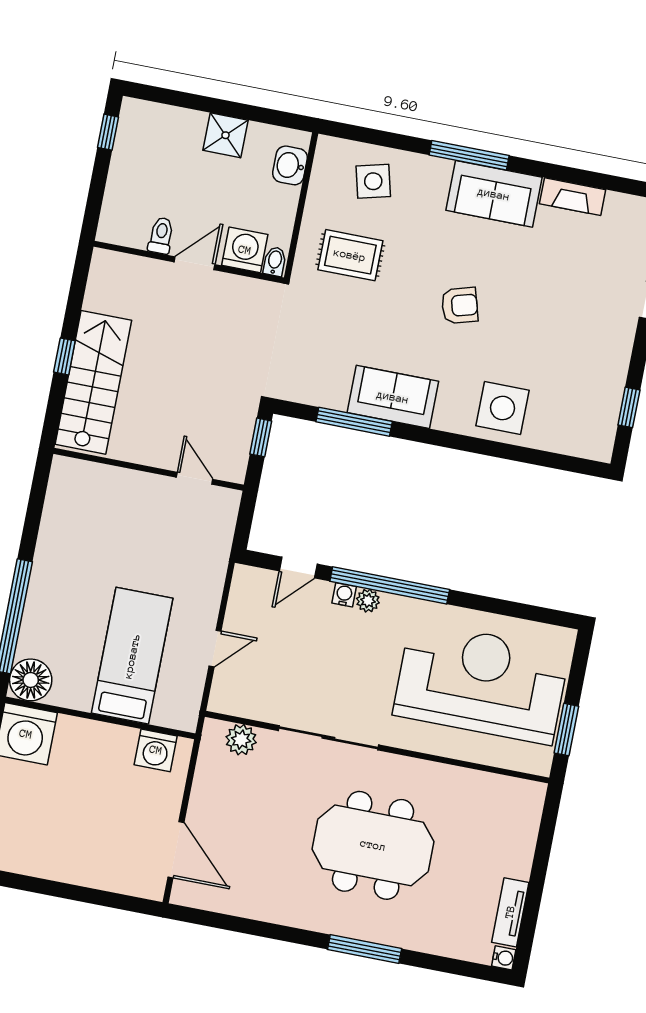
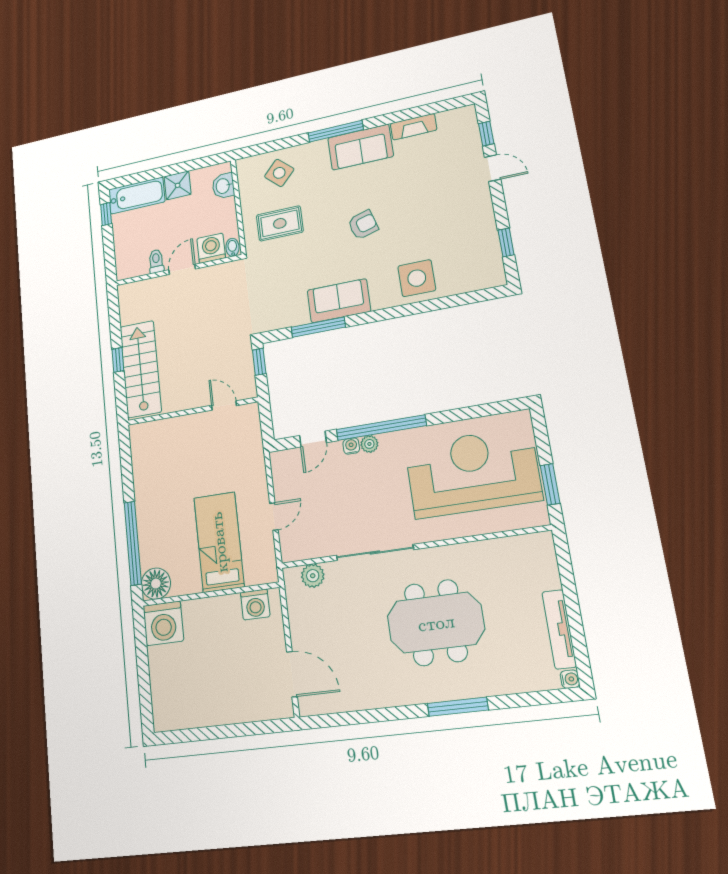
bathtub: (161, 124) -> (137, 196), added
side table: (373, 181) -> (279, 173), turned -33
tv unit: (510, 912) -> (559, 629), width x1.41

